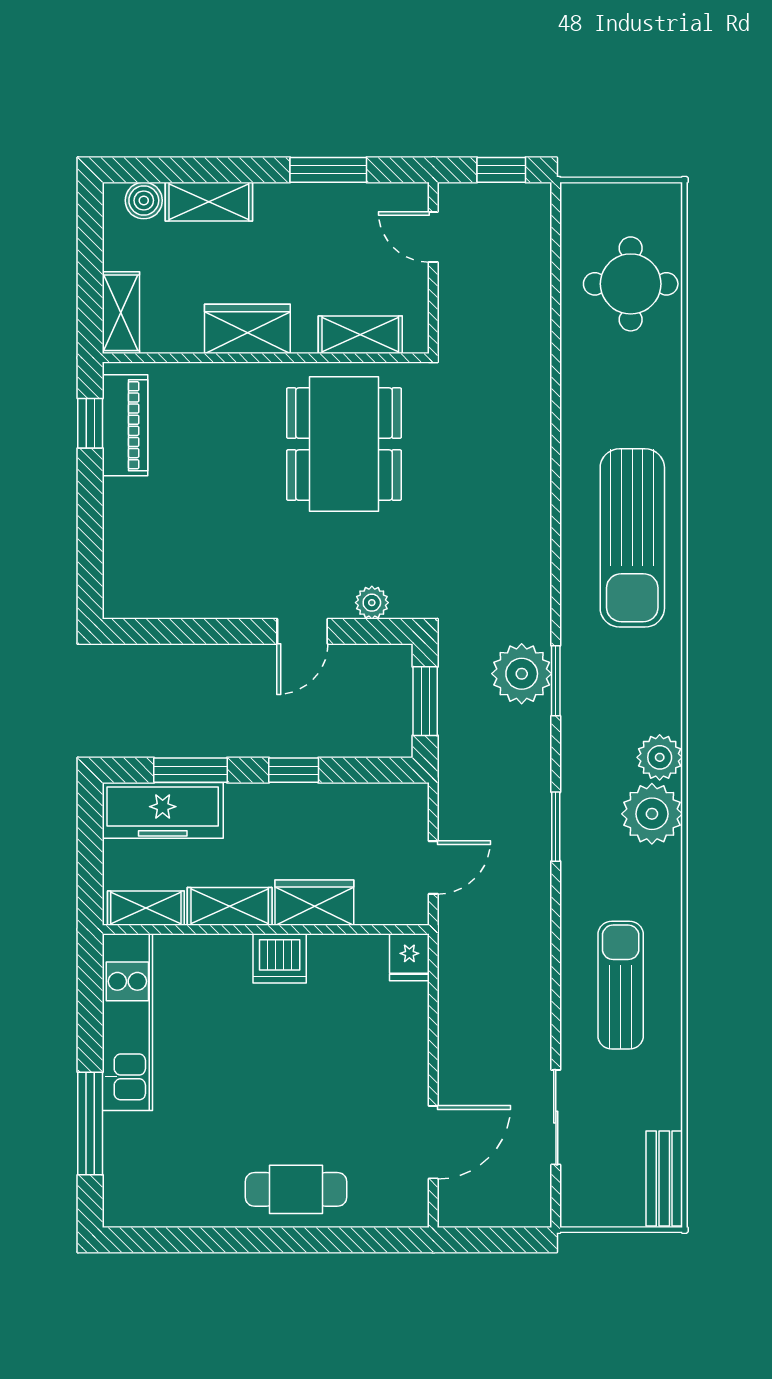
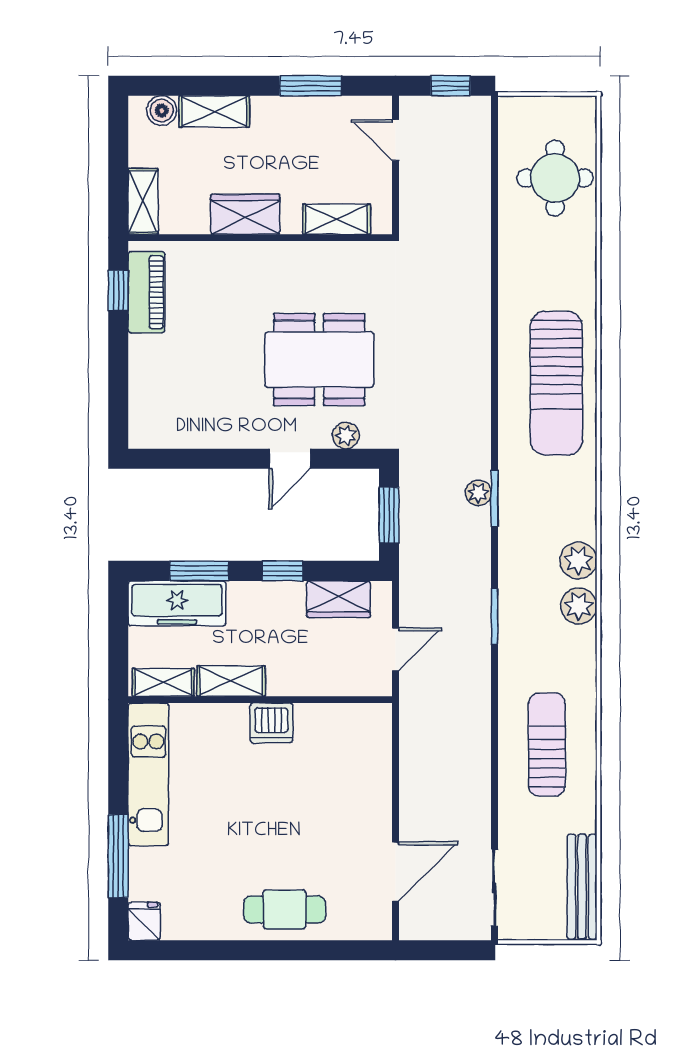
dining table: (344, 444) -> (319, 359), moved, turned 90
plant: (522, 674) -> (478, 493), width x0.53, depth x0.53
plant: (652, 814) -> (579, 606), width x0.73, depth x0.73
wardrobe: (314, 903) -> (338, 599), moved, turned 180
fridge: (409, 957) -> (144, 921), moved, turned 180
sliding door: (556, 1117) -> (494, 888), moved
bench: (664, 1178) -> (582, 887), width x1.36

